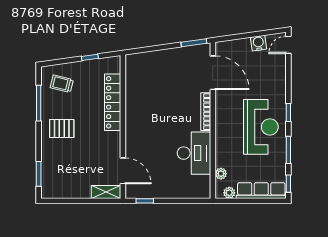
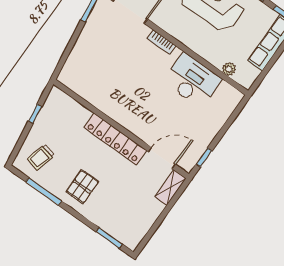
locker: (113, 102) -> (115, 139), moved
bookcase: (206, 112) -> (162, 42), width x0.64
plant: (229, 193) -> (252, 74), removed

